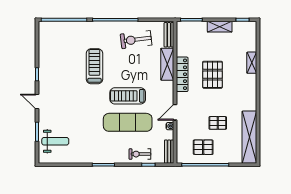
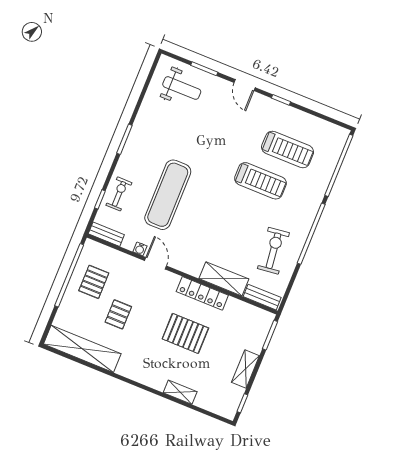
treadmill: (128, 96) -> (288, 150), moved, turned 90
door: (37, 102) -> (245, 85), swing flipped
weight bench: (55, 141) -> (182, 88), turned -90

